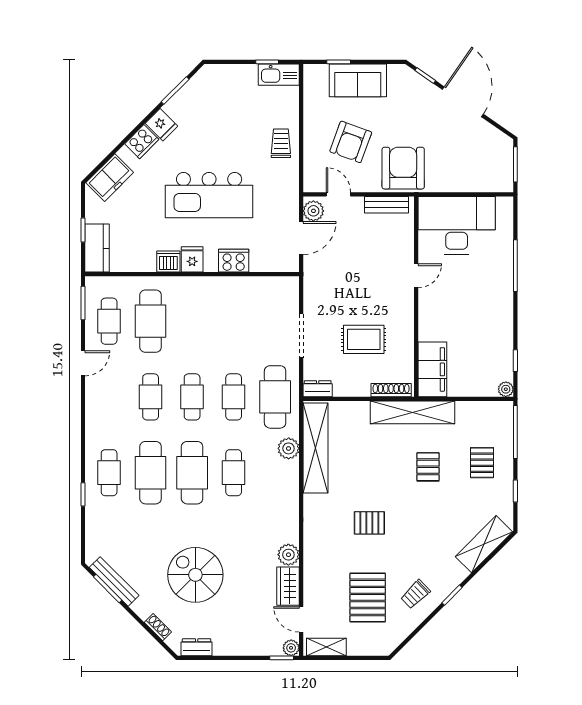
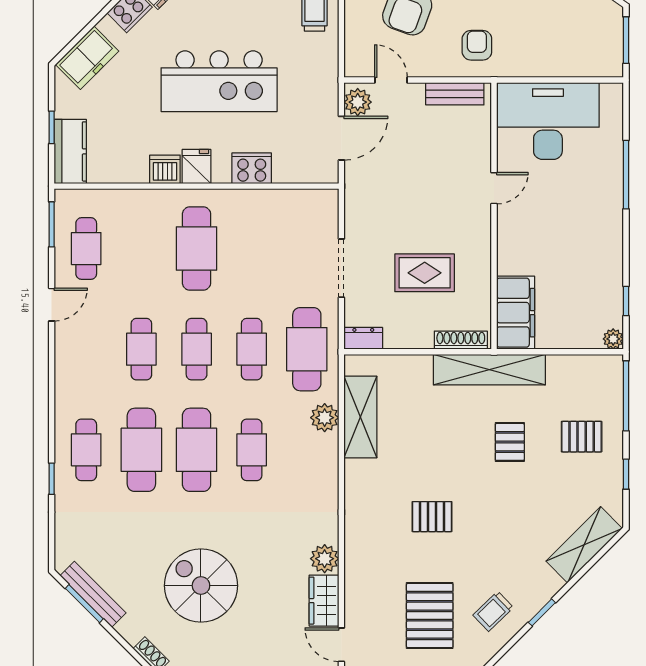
armchair: (403, 168) -> (477, 45), width x0.53, depth x0.53
cafe table: (151, 321) -> (197, 249), moved
shelving: (315, 448) -> (360, 417), width x0.68
pallet: (482, 463) -> (582, 437), turned 90

